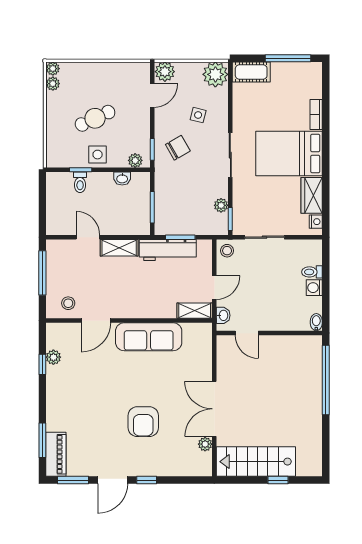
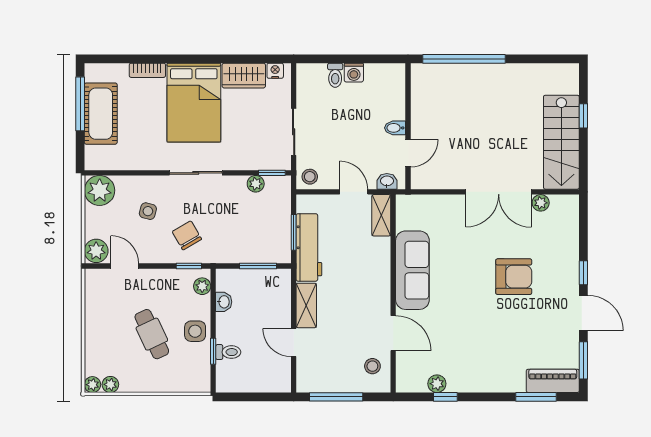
cot: (251, 72) -> (101, 114), moved, width x1.37, depth x1.34
door: (88, 237) -> (294, 343), hinge flipped
bidet: (316, 322) -> (395, 128), moved

